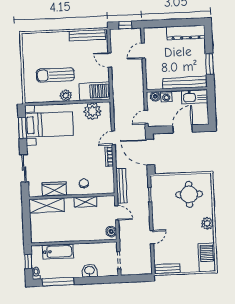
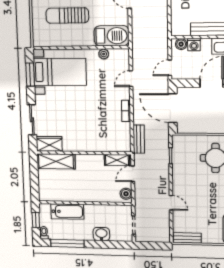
plant: (66, 96) -> (79, 40), removed
plant: (92, 111) -> (104, 54), width x0.53, depth x0.53
door: (113, 138) -> (131, 79), moved
chair: (84, 183) -> (97, 139), removed
bench: (121, 186) -> (139, 139), width x0.73
wardrobe: (54, 189) -> (49, 144), moved
shelving: (86, 202) -> (117, 160), moved
door: (117, 213) -> (133, 174), swing flipped
door: (152, 237) -> (171, 203), hinge flipped

